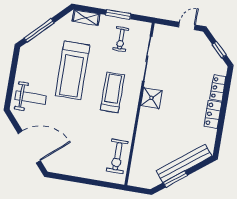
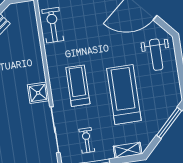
treadmill: (112, 92) -> (78, 86), turned 180
weight bench: (31, 98) -> (156, 55), turned -90

